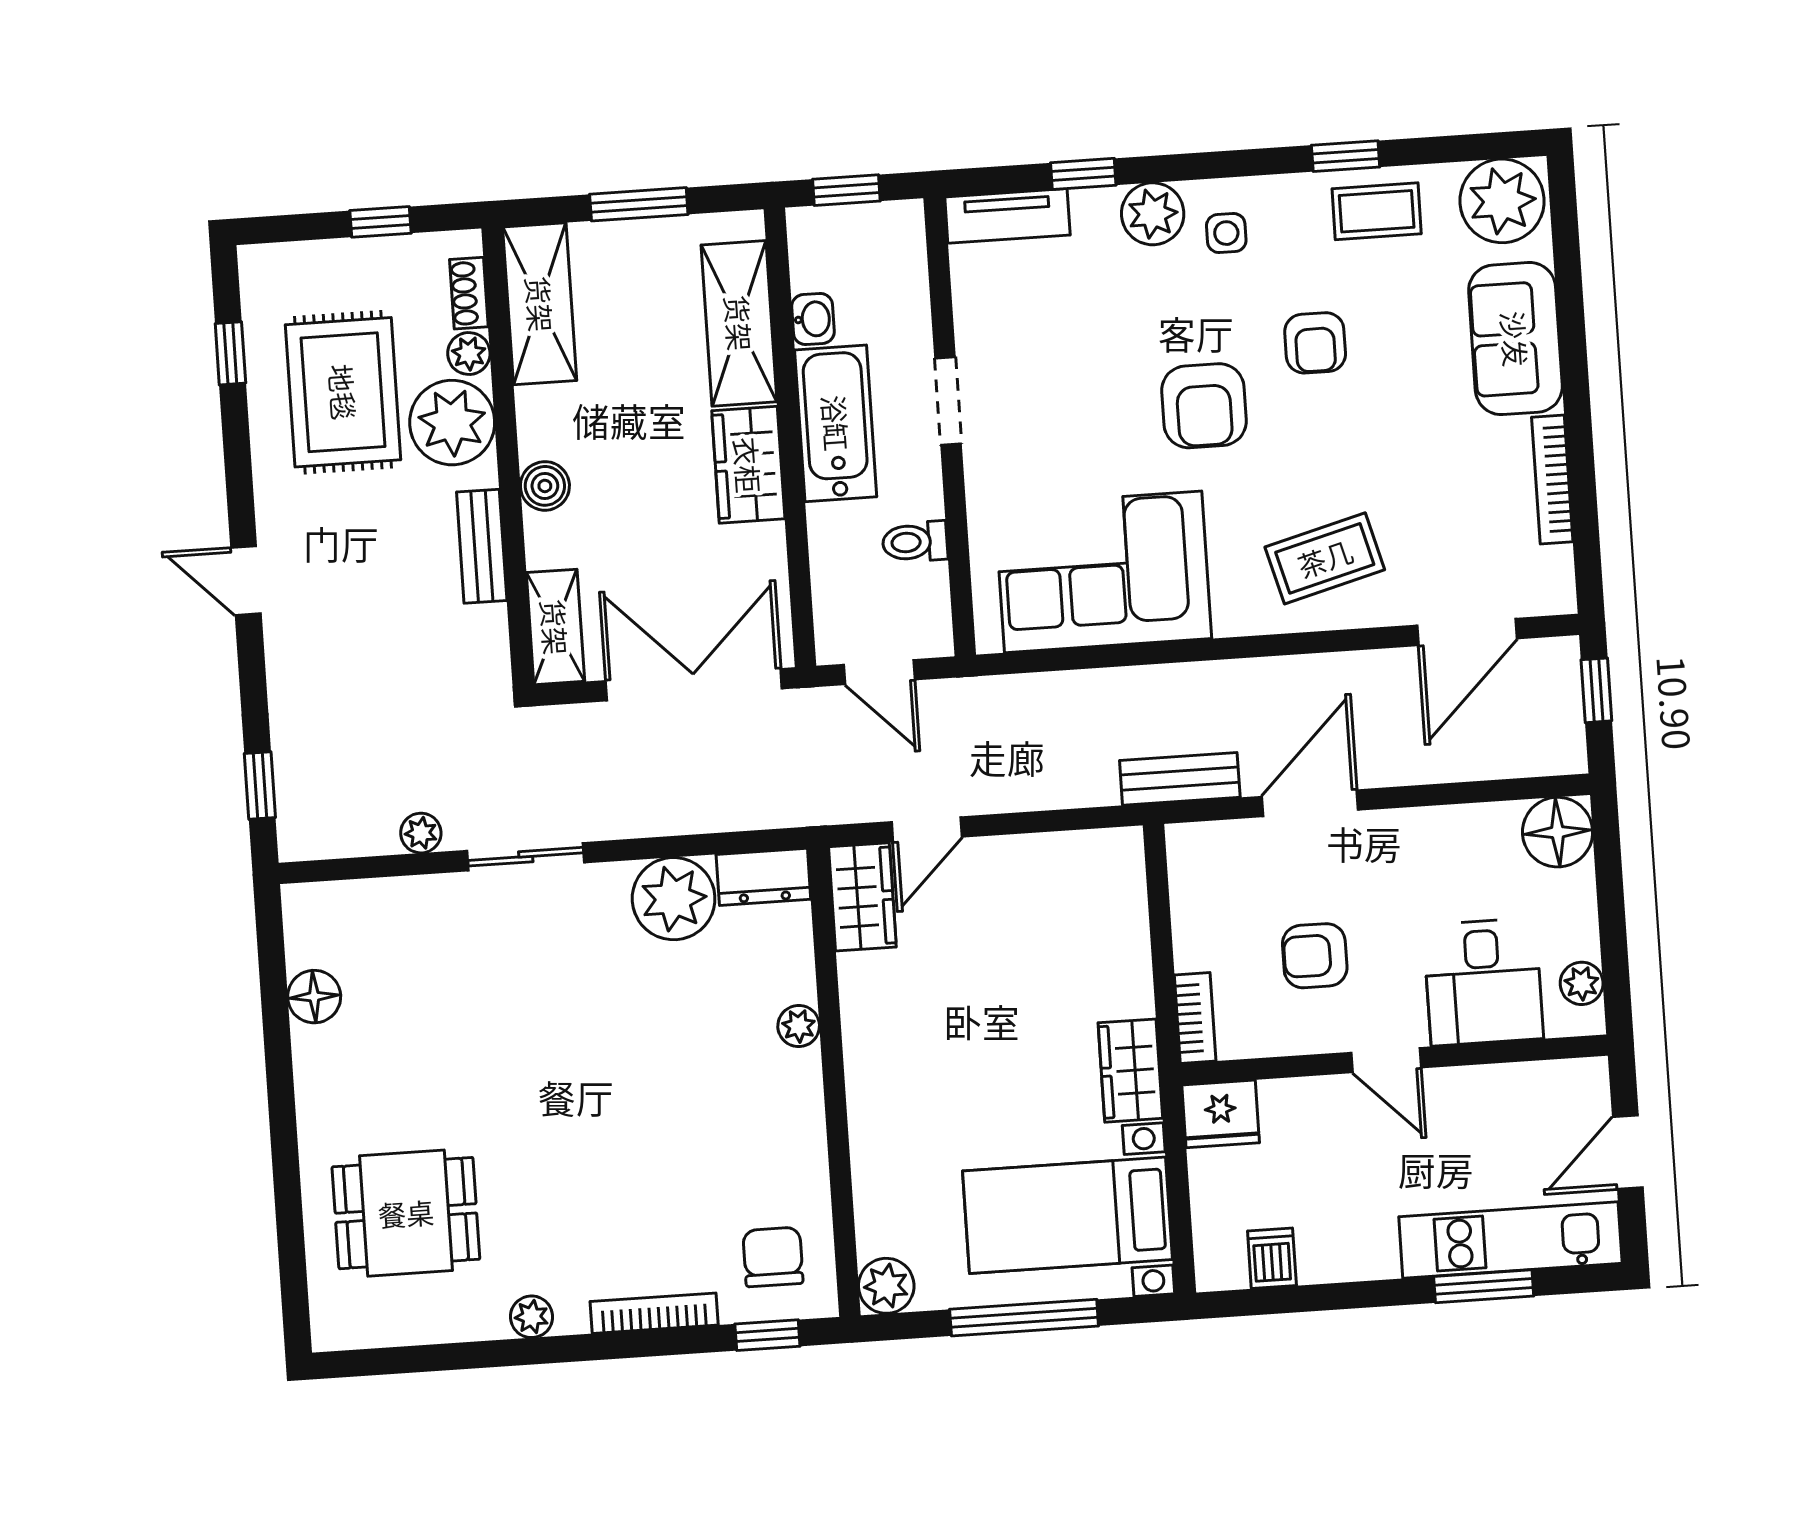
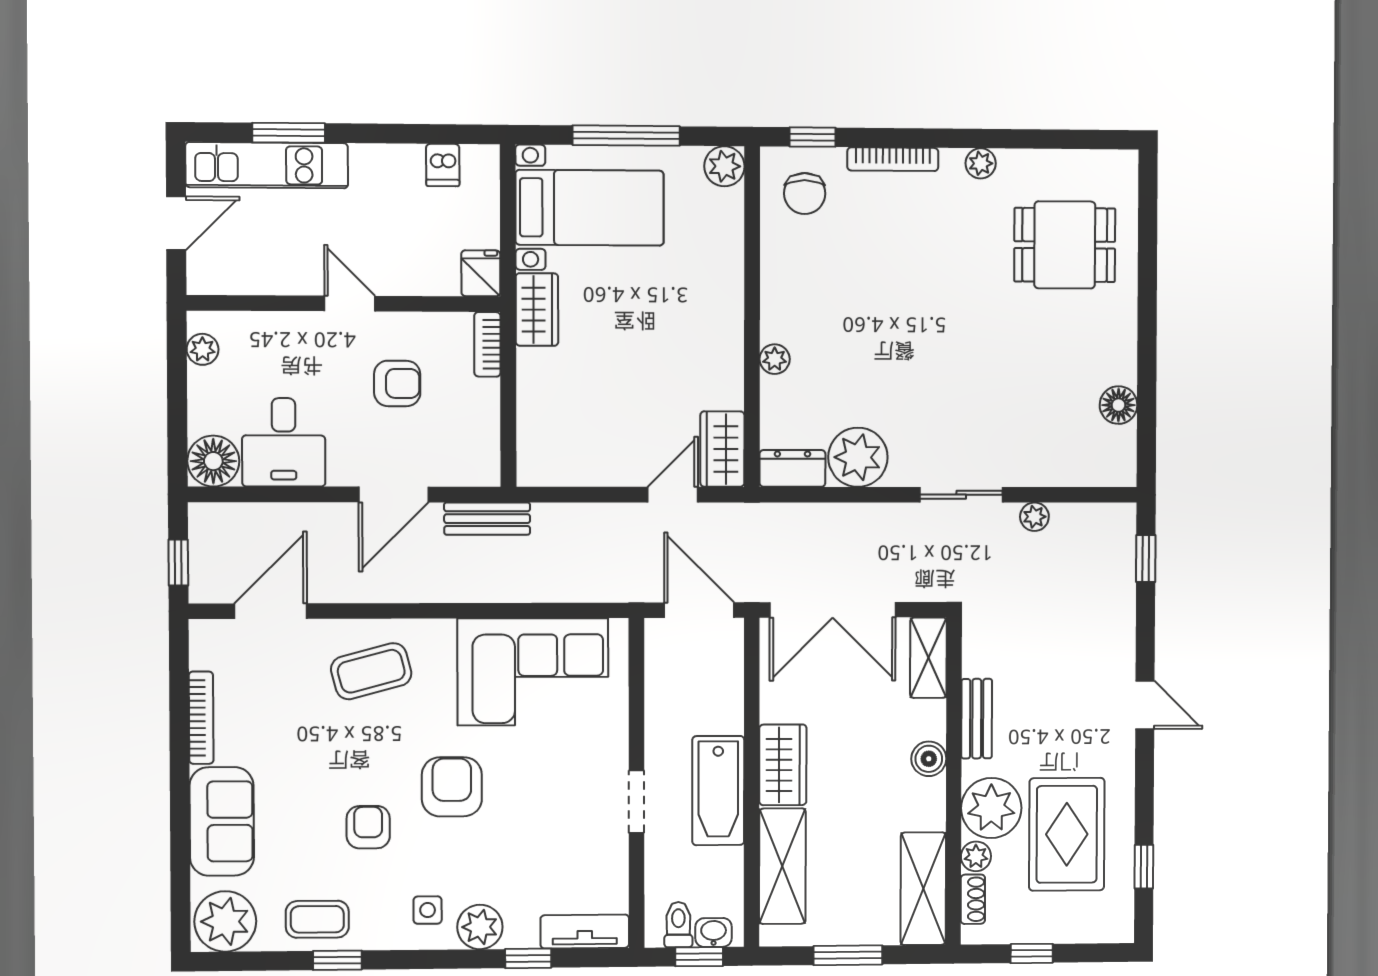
washbasin: (813, 319) -> (714, 933), moved, turned 90
toilet: (915, 542) -> (678, 925), moved, turned -90
door: (879, 672) -> (699, 610), width x1.38
desk: (1483, 982) -> (284, 442), moved, turned 180
fridge: (1221, 1114) -> (481, 273), width x0.72

